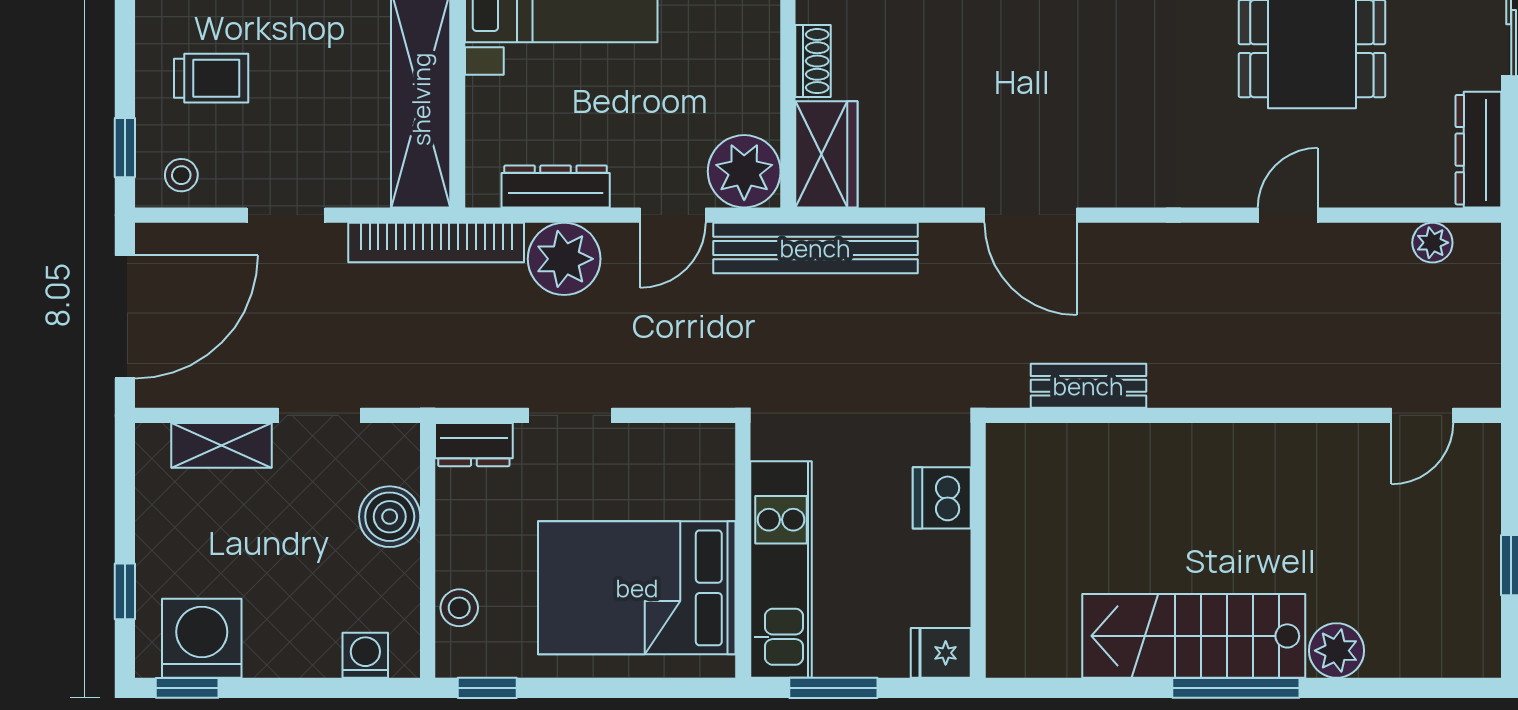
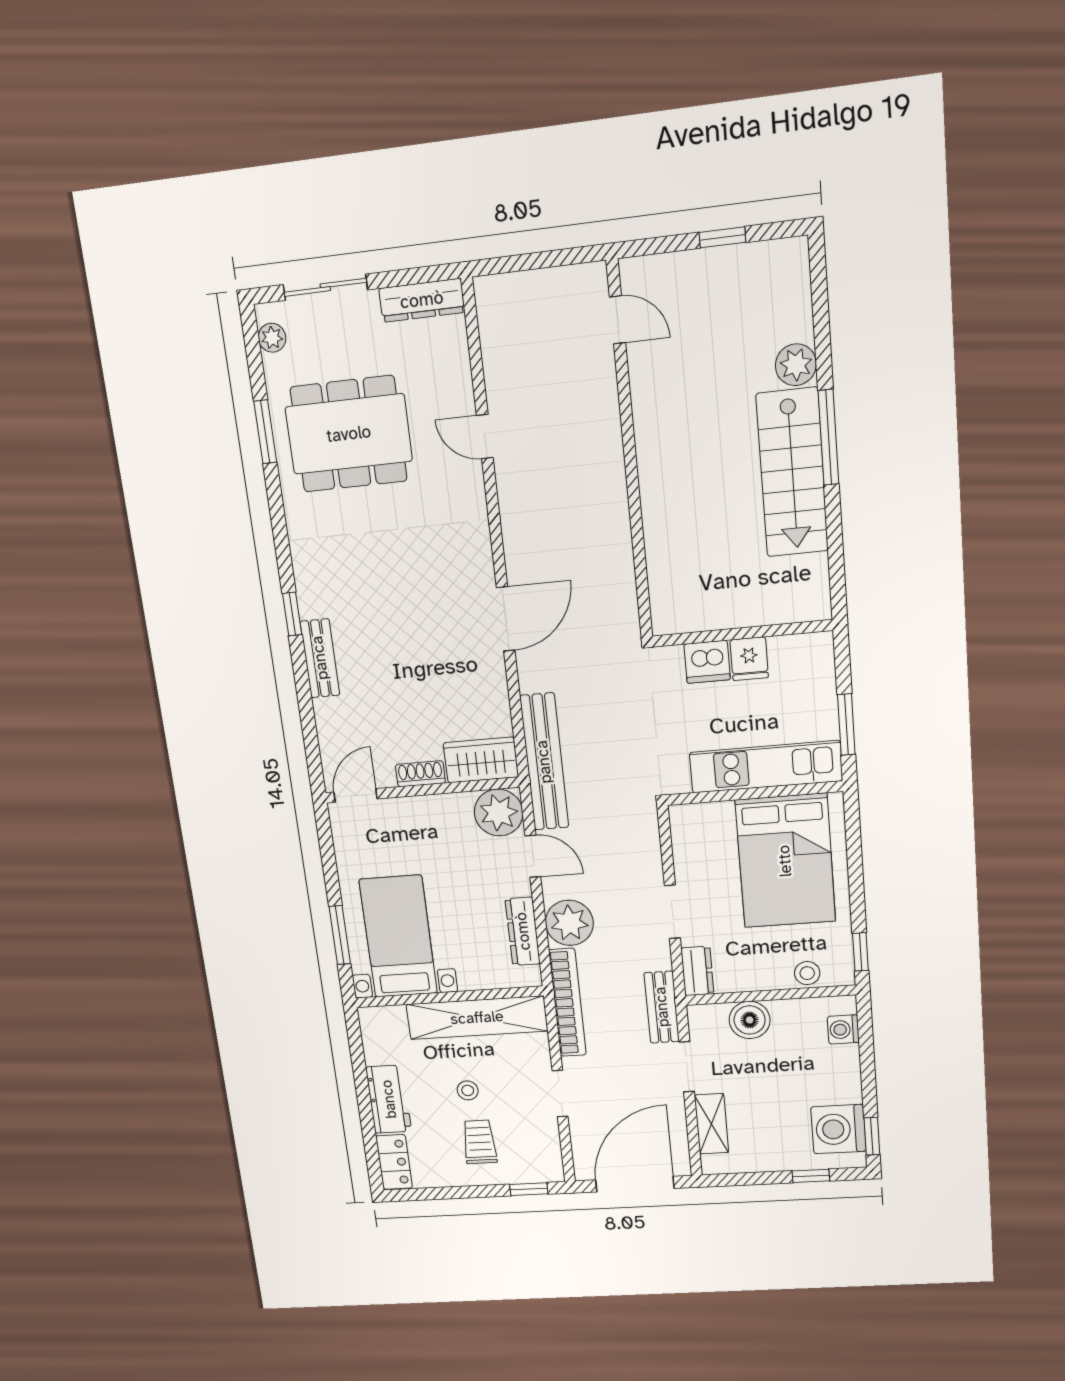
stool: (181, 175) -> (468, 1090), moved
plant: (1432, 243) -> (492, 327), removed
door: (125, 317) -> (635, 1184), hinge flipped
bench: (1088, 386) -> (662, 1007), moved
fridge: (941, 653) -> (749, 659), moved

